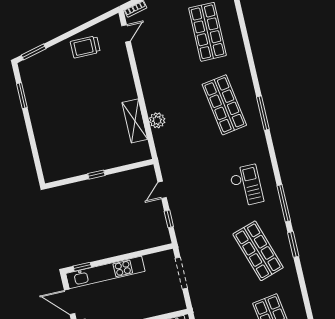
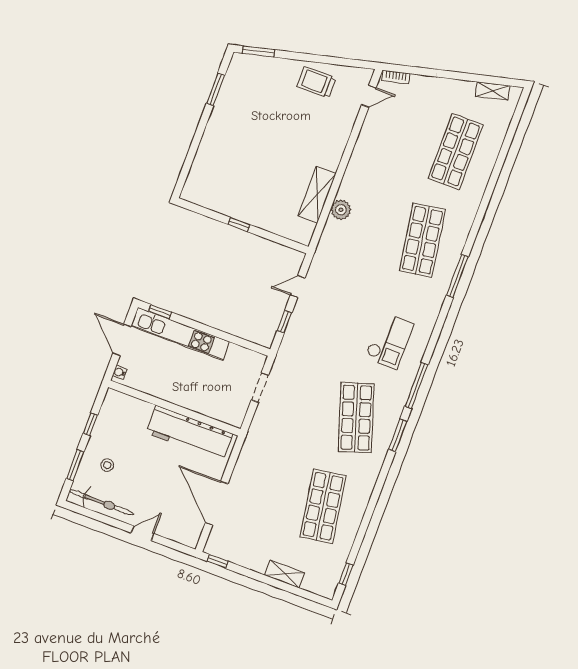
doorway: (181, 273) -> (260, 388), width x0.73

